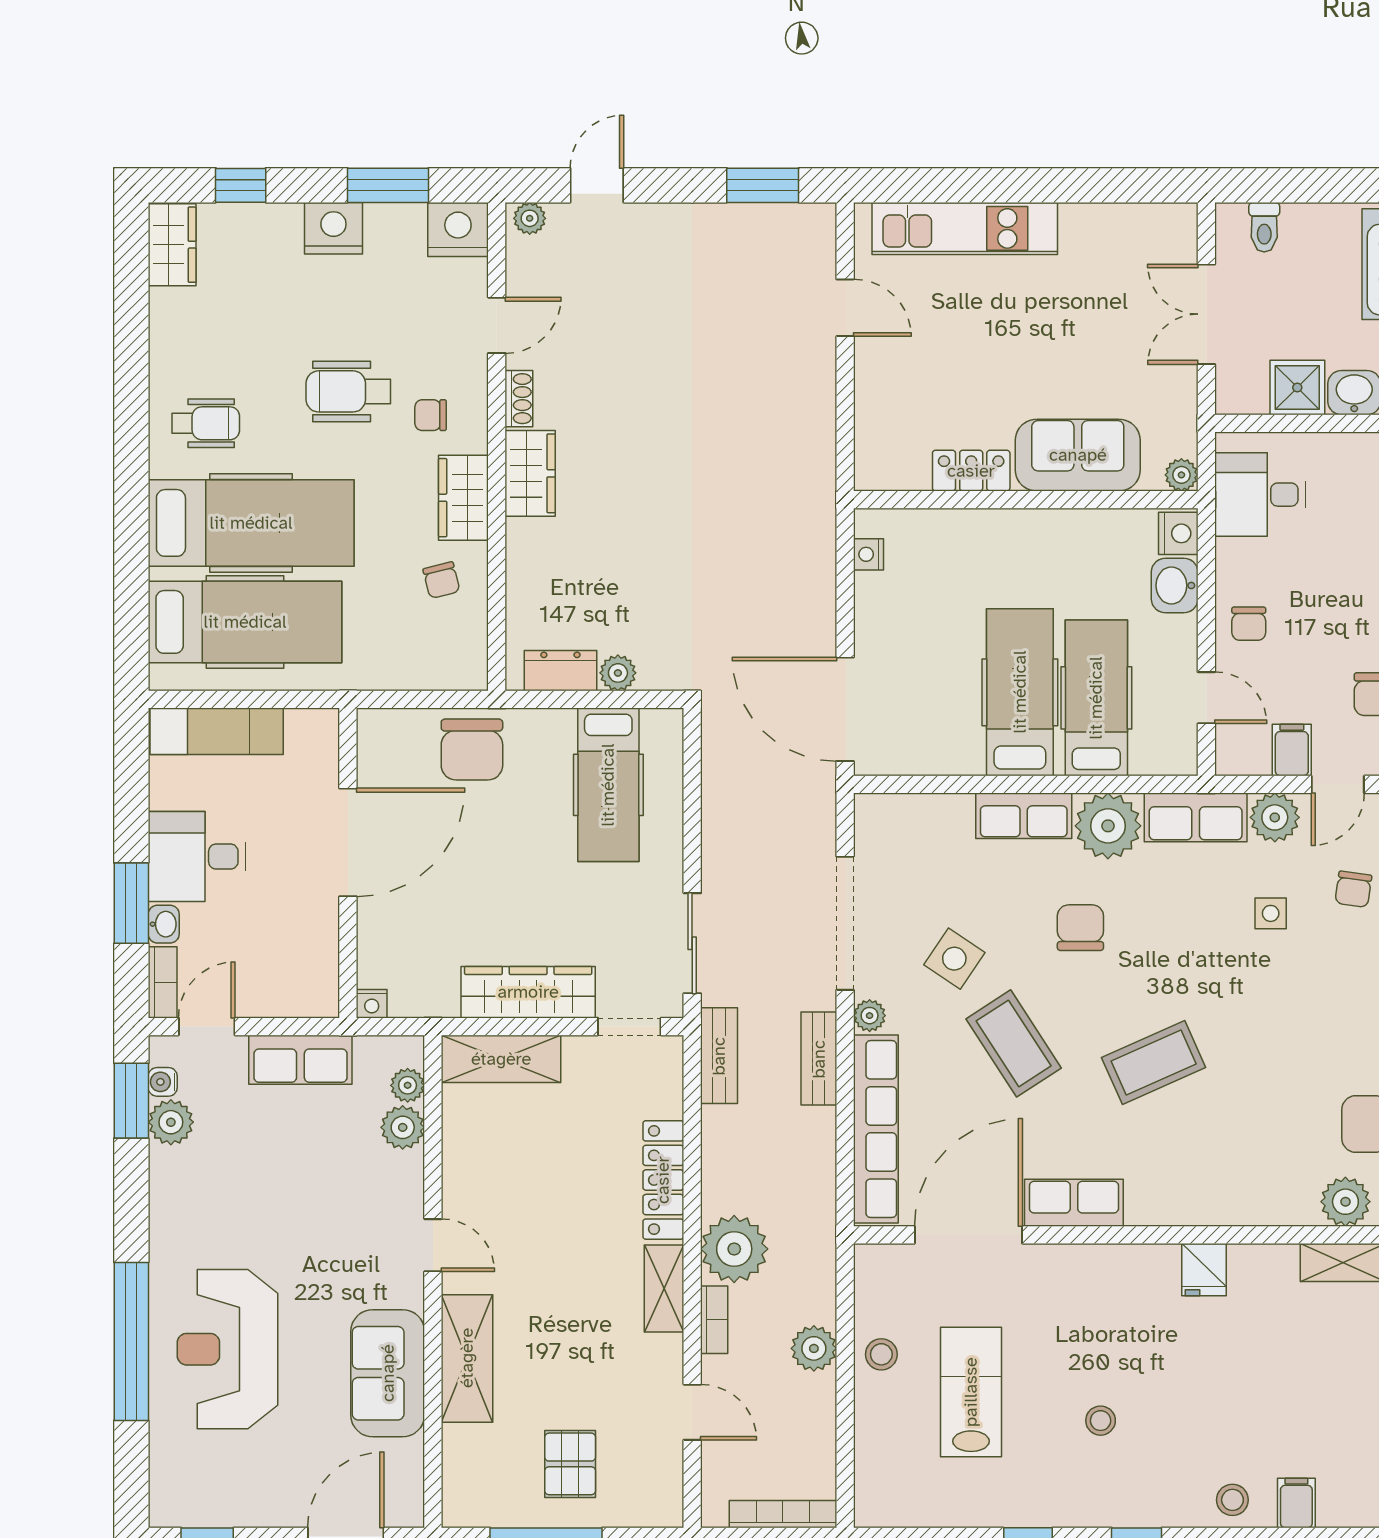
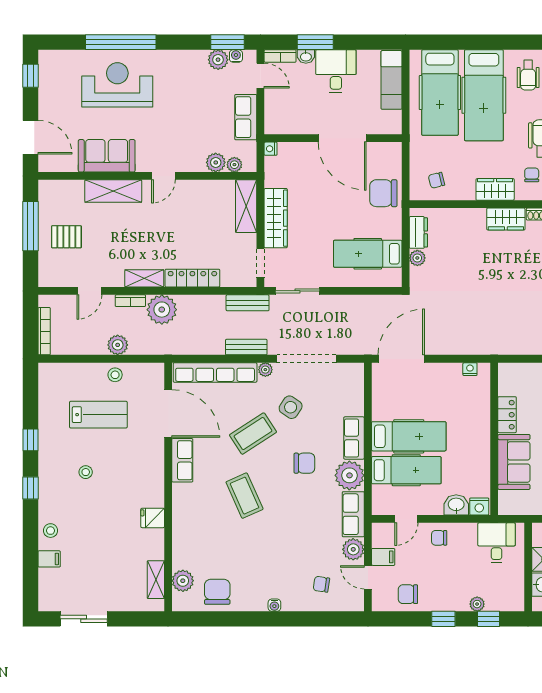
plant: (1181, 475) -> (505, 508), removed
chair: (441, 580) -> (436, 180), moved
side table: (1271, 913) -> (311, 548), removed

